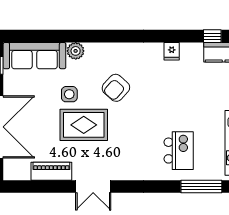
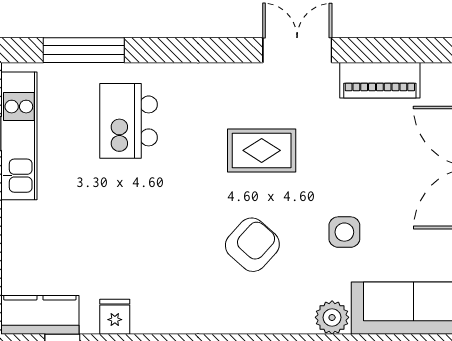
fridge: (172, 51) -> (115, 317), moved
rug: (84, 125) -> (262, 150), moved, width x0.73, depth x0.70

